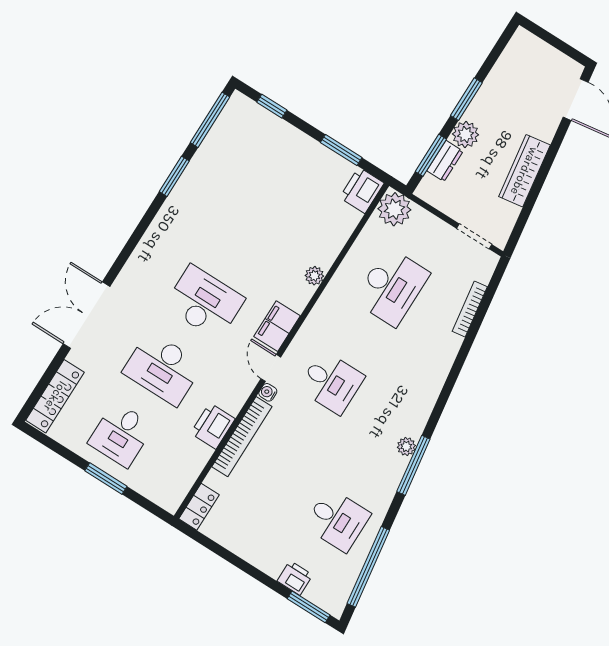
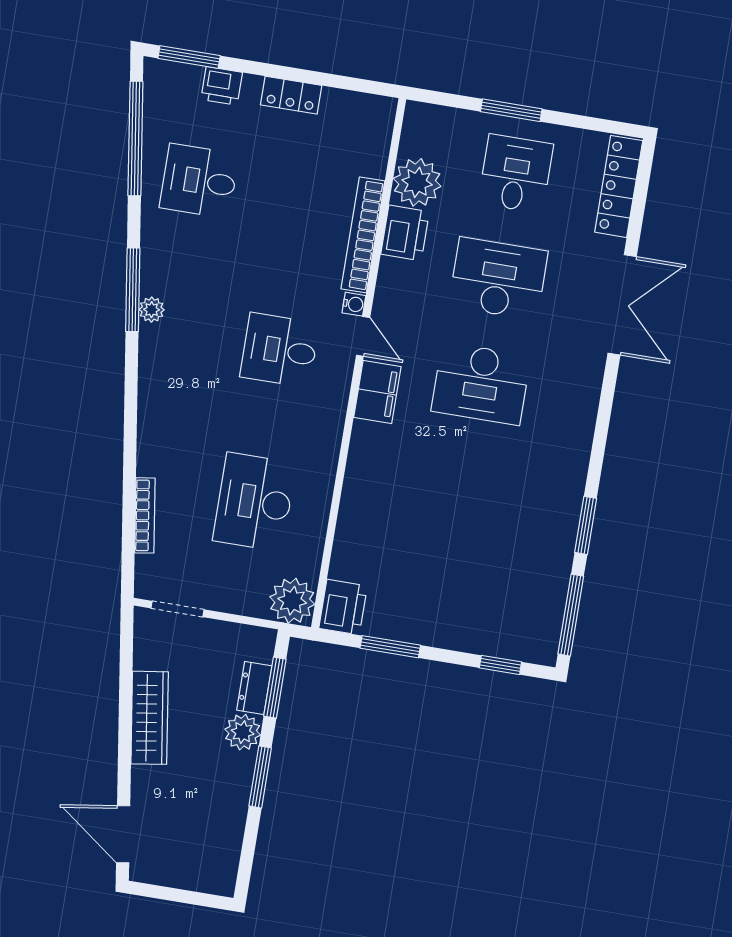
plant: (314, 276) -> (417, 182), moved, width x1.88, depth x1.88
locker: (199, 507) -> (291, 95), moved, turned -90

